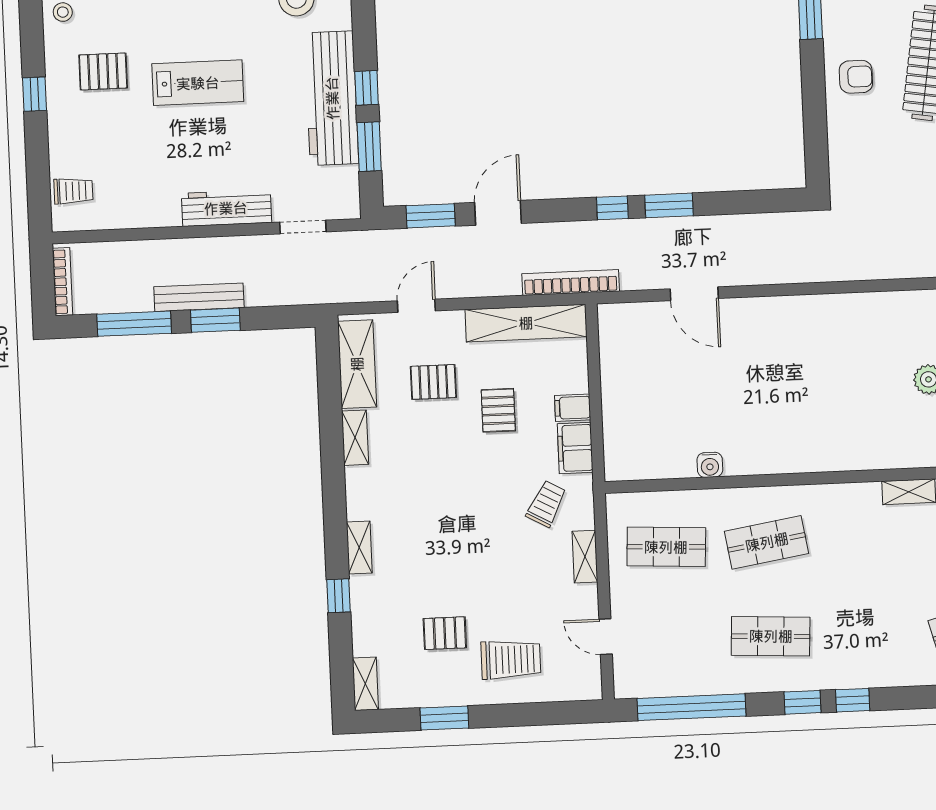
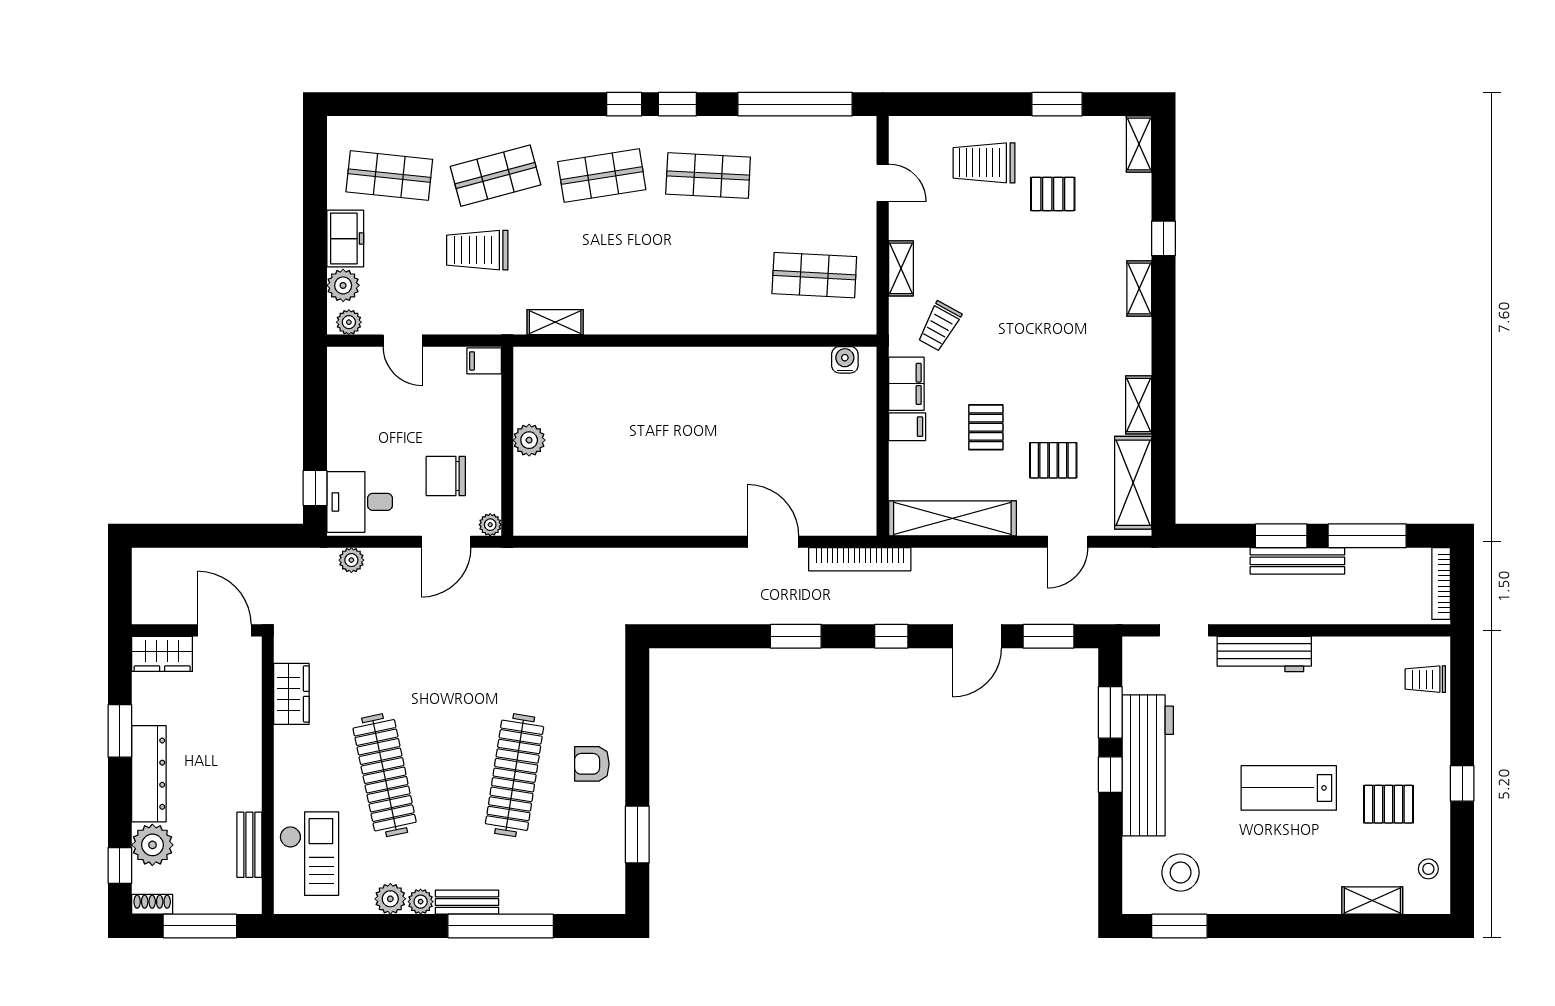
window: (612, 208) -> (891, 636), moved
bookcase: (571, 283) -> (860, 559), moved
water cooler: (710, 465) -> (845, 360), moved
shop shelf: (767, 542) -> (602, 176), moved

